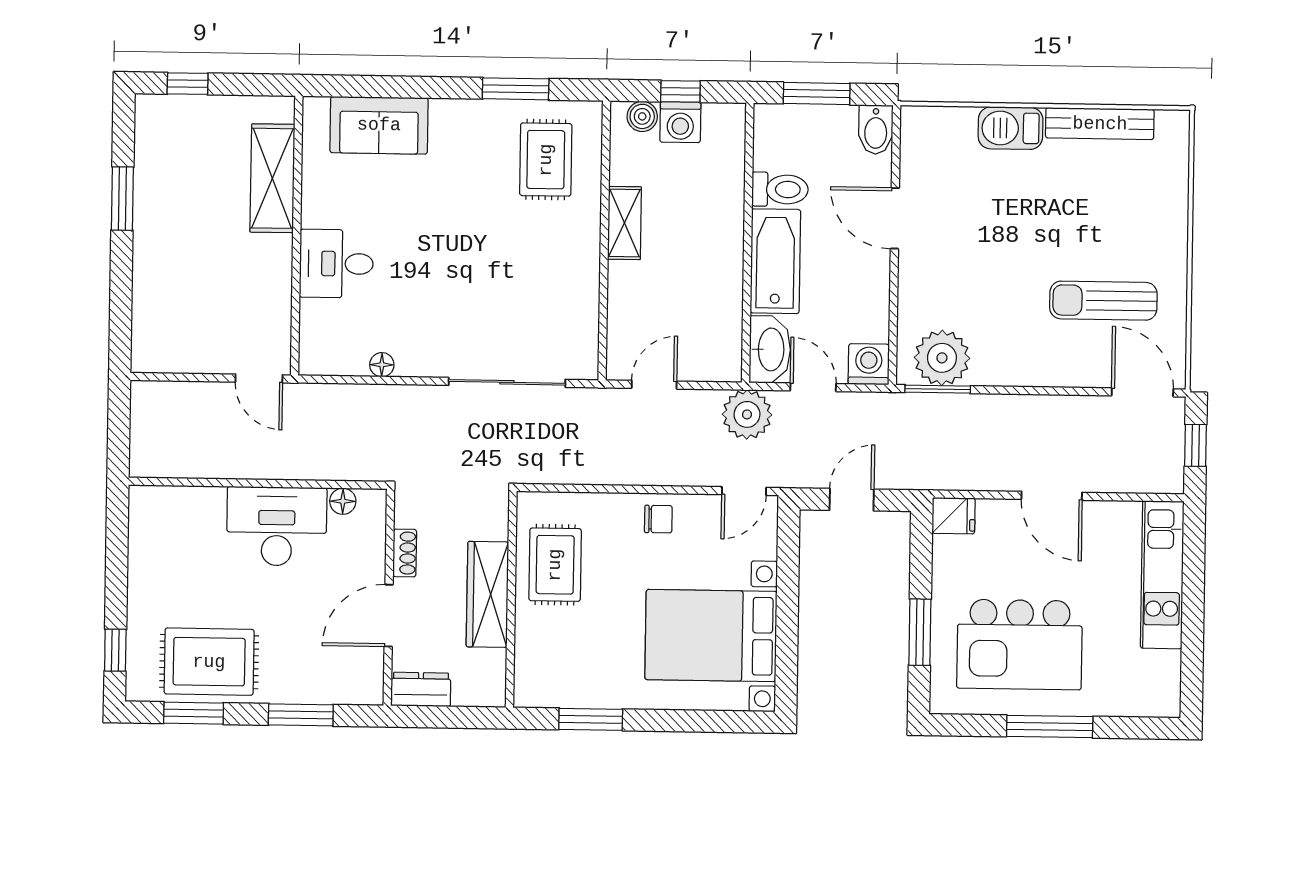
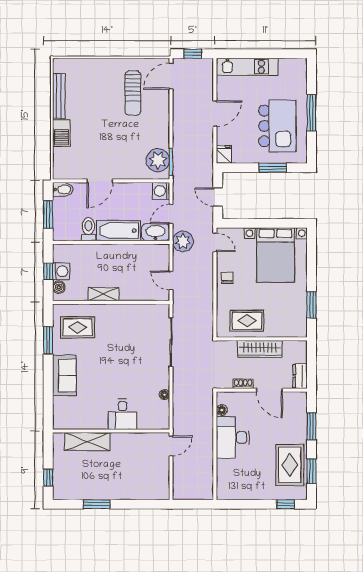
sofa: (379, 125) -> (64, 375), moved

